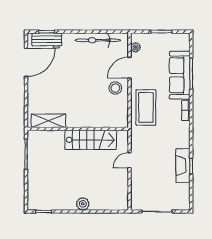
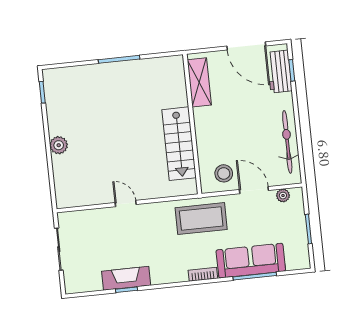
shelving: (48, 121) -> (199, 82), moved
wall: (78, 129) -> (192, 124), moved
stairs: (91, 140) -> (179, 144), moved

